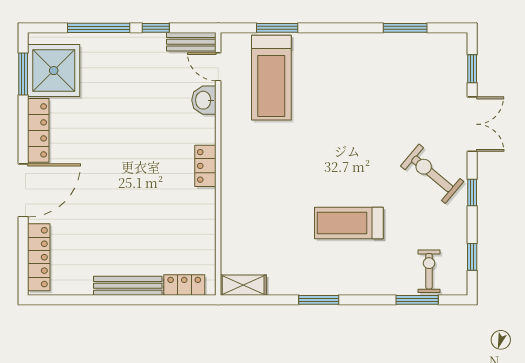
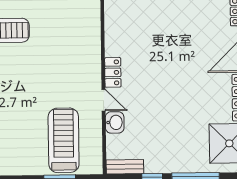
door: (218, 67) -> (104, 100), moved

